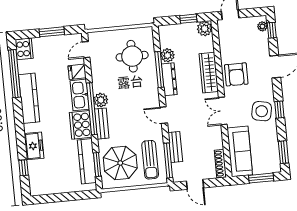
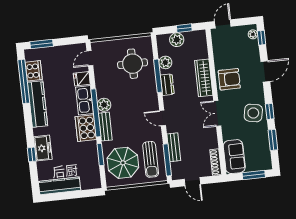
plant: (205, 29) -> (177, 40), moved
window: (52, 32) -> (42, 44), moved
cooker: (24, 49) -> (34, 71), moved
armchair: (236, 74) -> (229, 79), turned -90
dresser: (169, 79) -> (167, 85), width x0.70
sofa: (240, 151) -> (234, 157), width x0.73
window: (283, 152) -> (273, 140), moved
kitchen counter: (87, 161) -> (60, 186), moved, turned 90
window: (97, 165) -> (100, 155), moved
window: (24, 168) -> (32, 154), moved

